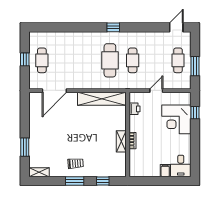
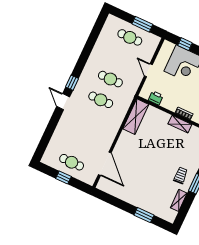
door: (176, 27) -> (63, 102), moved
cafe table: (110, 60) -> (101, 100), width x0.73, depth x0.74
shelving: (102, 99) -> (136, 117), width x0.68
shelving: (39, 172) -> (179, 200), moved

